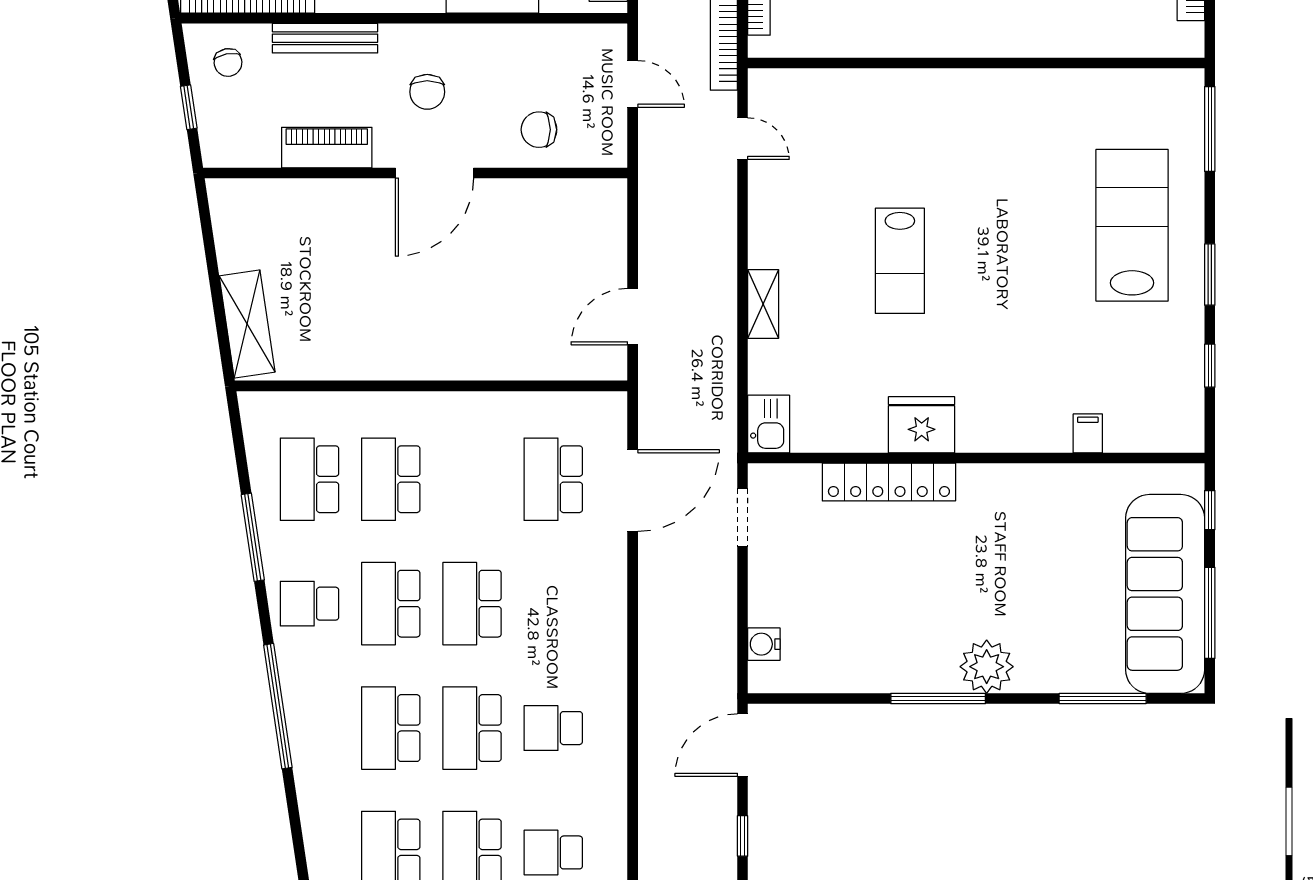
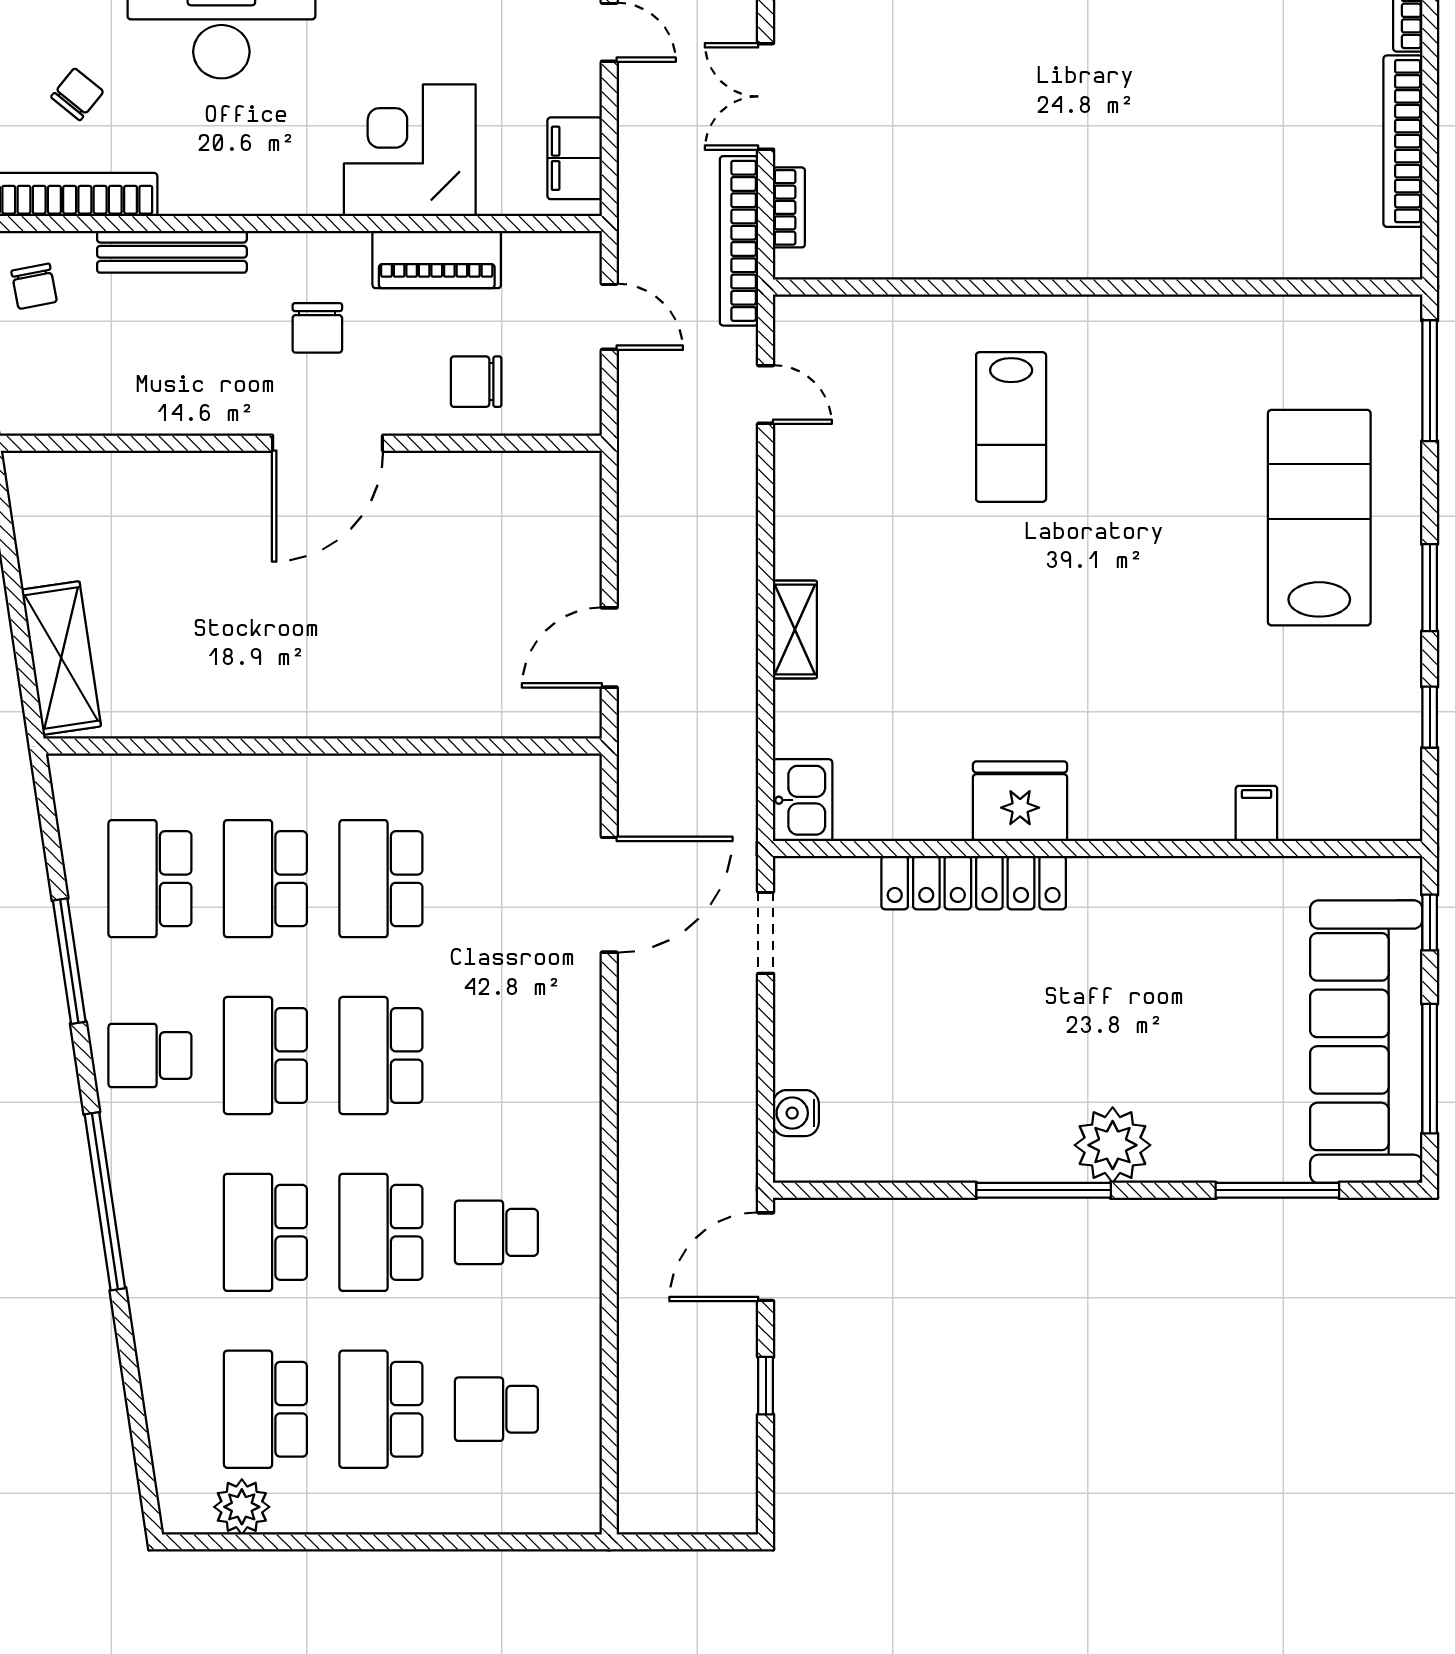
piano: (327, 148) -> (437, 260), moved, turned 180
lab bench: (900, 261) -> (1011, 427), moved
school desk: (553, 479) -> (381, 879), moved

